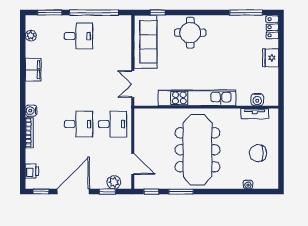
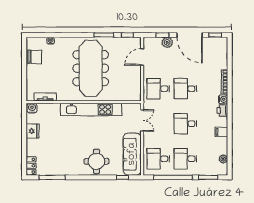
desk: (112, 36) -> (158, 159), added
fridge: (271, 58) -> (33, 131), moved
filing cabinet: (33, 70) -> (221, 132), width x0.50
desk: (78, 80) -> (185, 124), added
water cooler: (257, 100) -> (32, 108), moved
chair: (258, 153) -> (35, 57), moved
door: (133, 164) -> (142, 57), hinge flipped
printer: (32, 171) -> (222, 111), moved
plant: (114, 182) -> (167, 42), moved
door: (73, 192) -> (190, 35), hinge flipped

